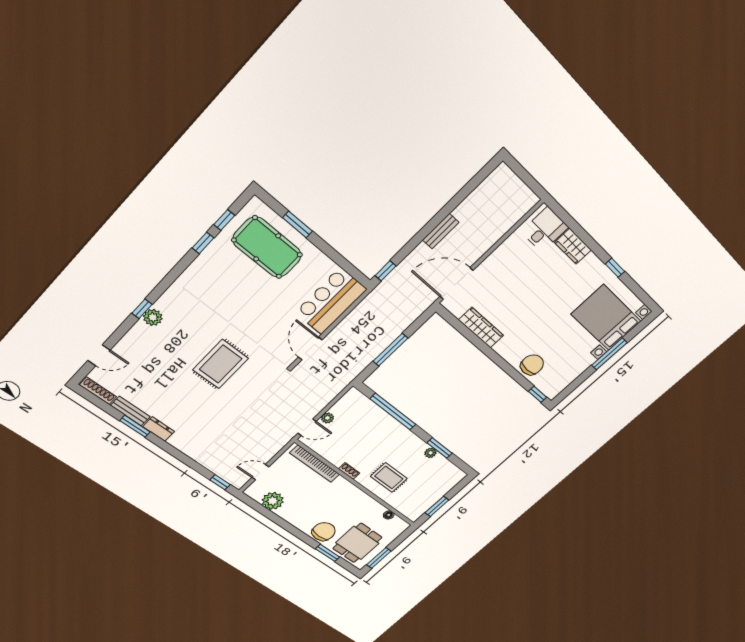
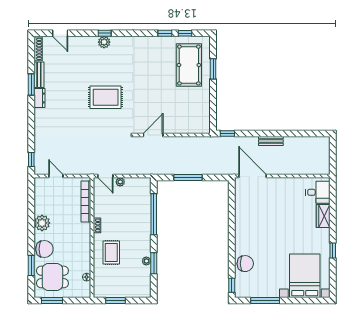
bar counter: (331, 301) -> (188, 121), removed
wardrobe: (481, 328) -> (241, 213), removed
window: (609, 354) -> (265, 301), moved
plant: (273, 501) -> (42, 223), moved

